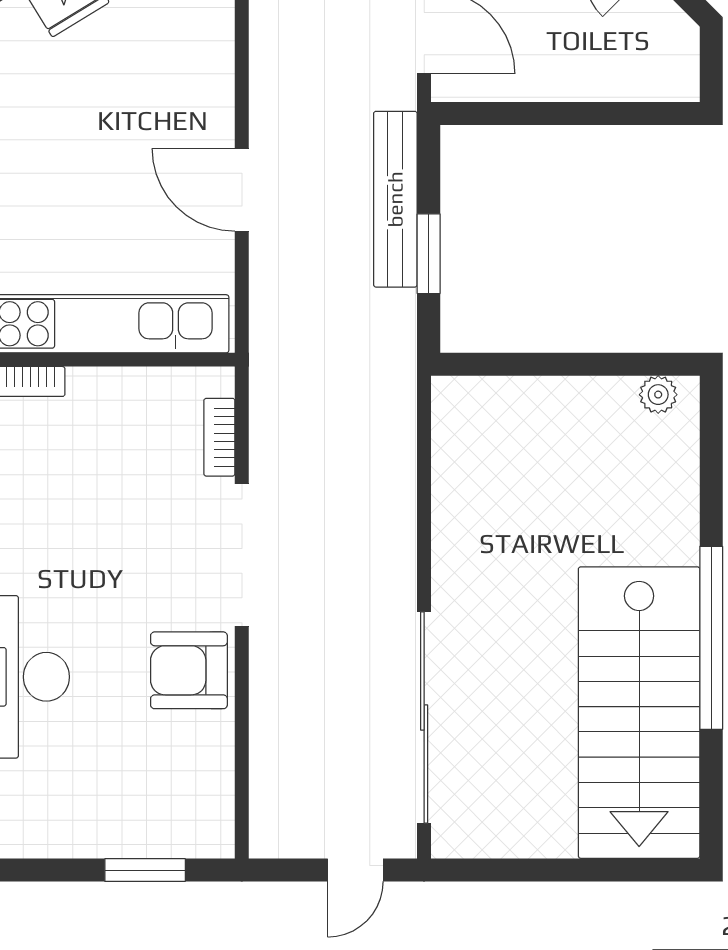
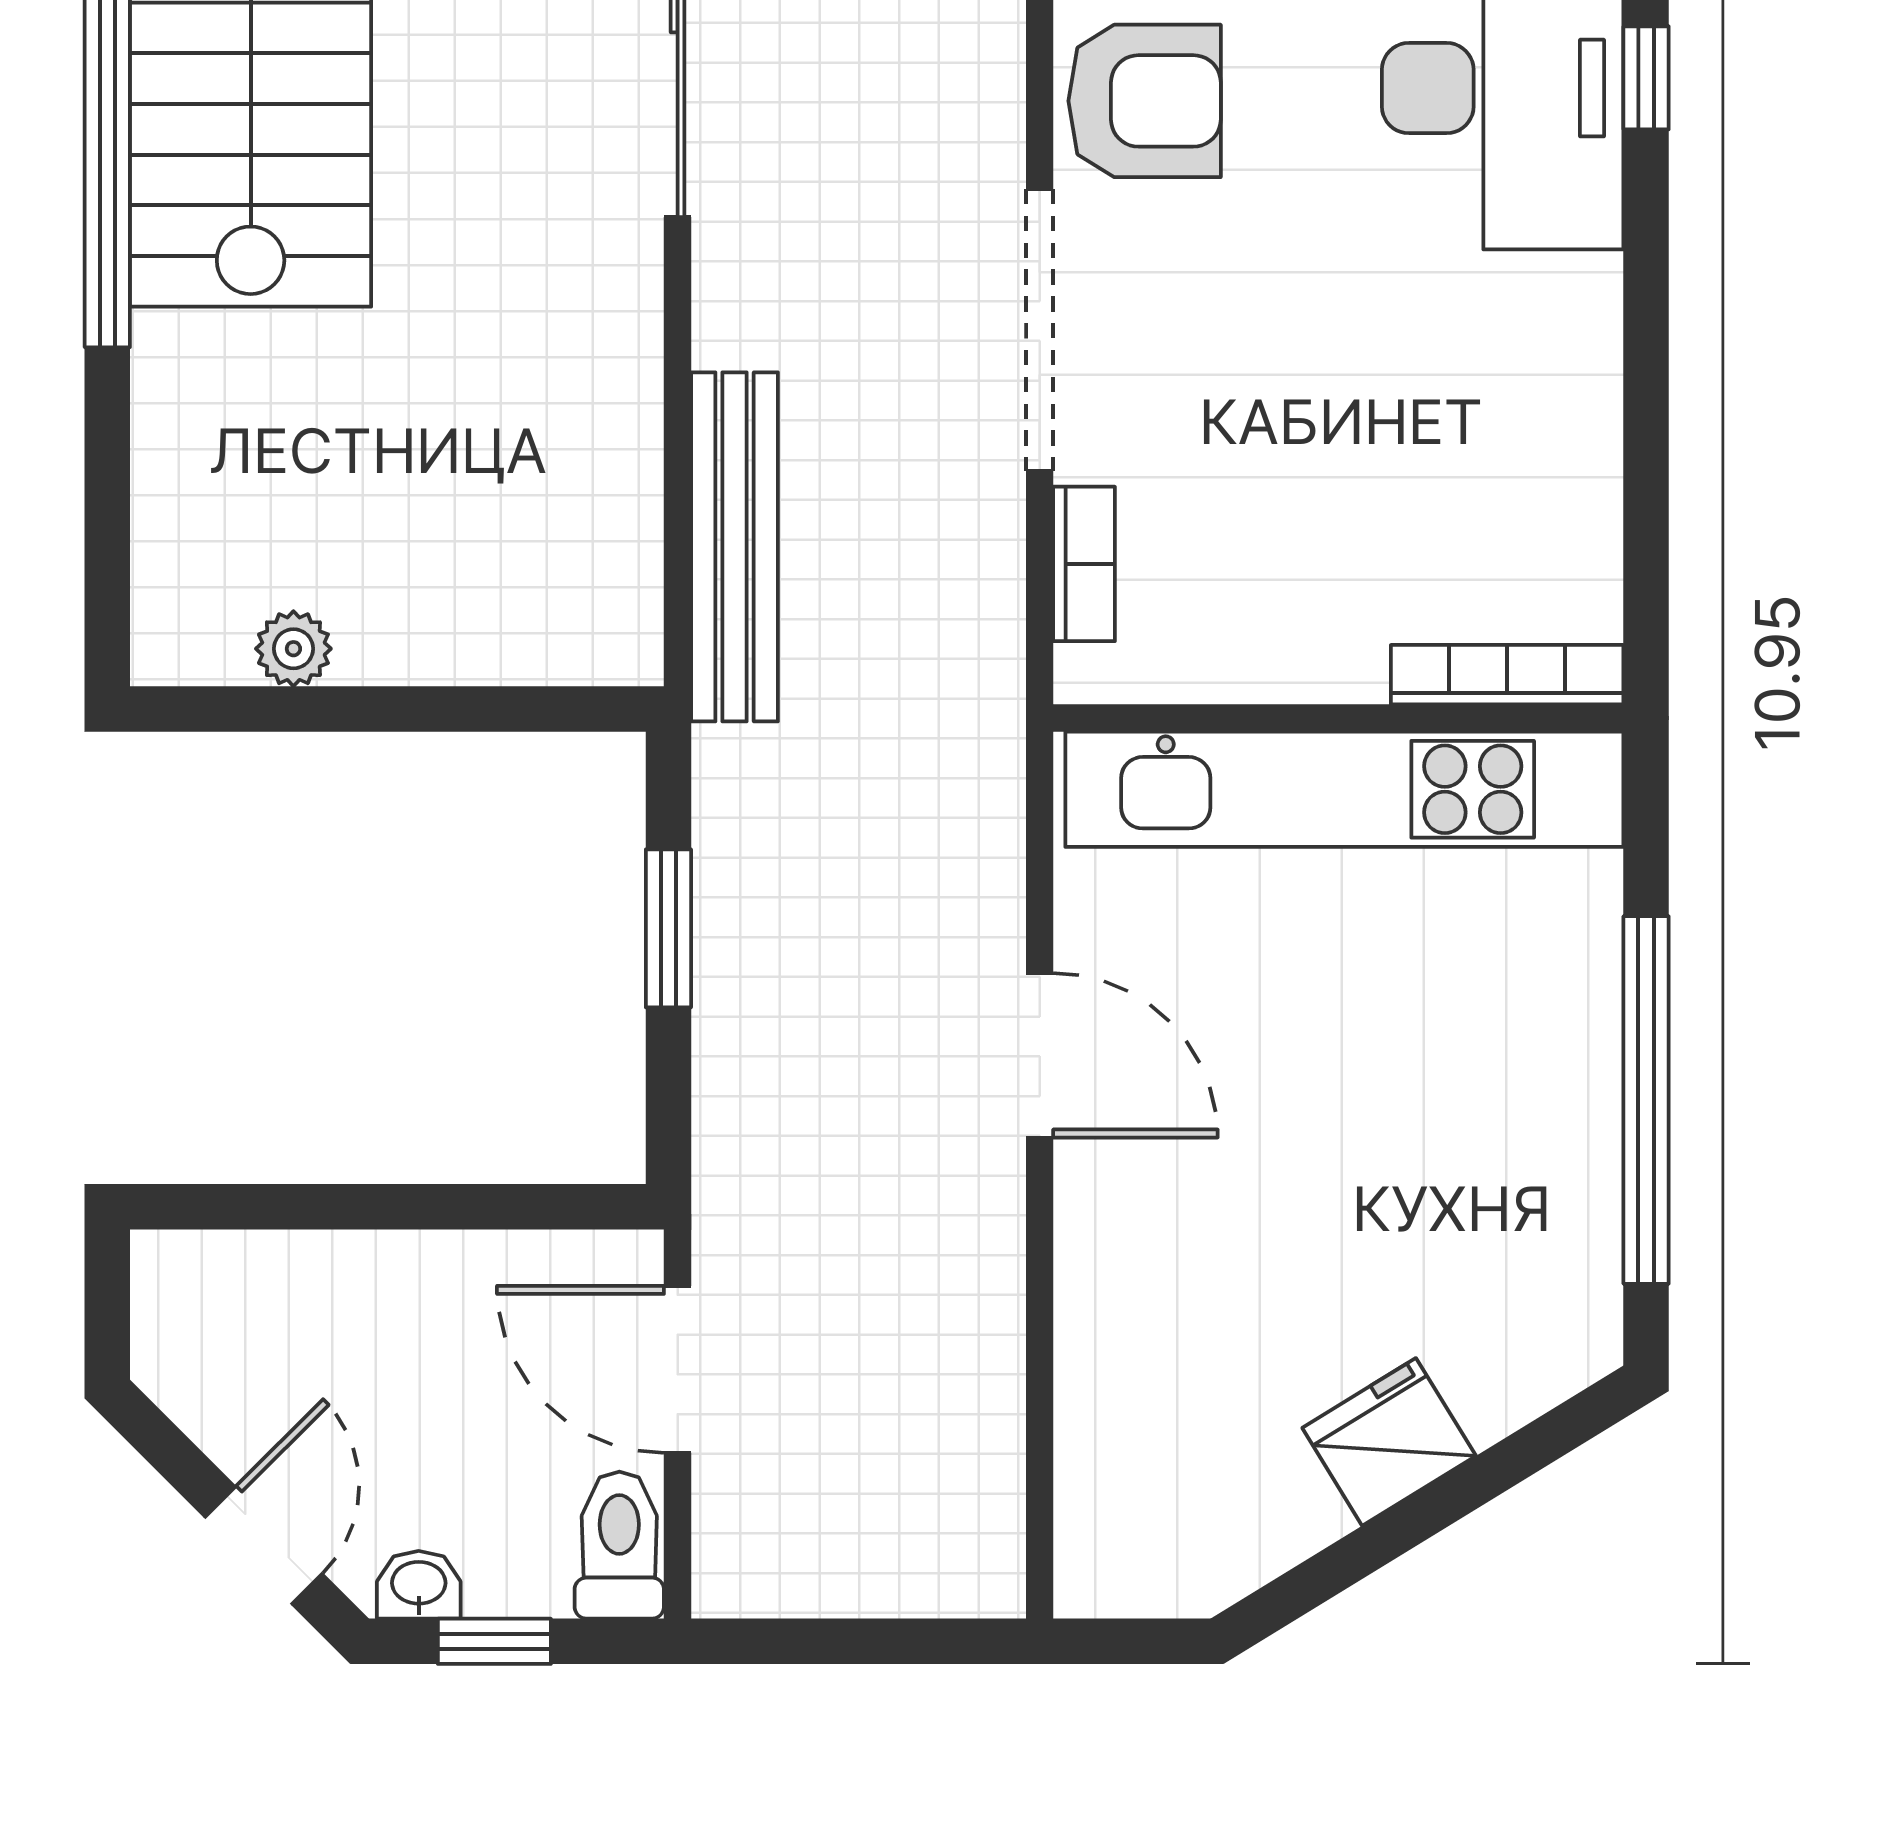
bench: (395, 199) -> (735, 547), moved
plant: (658, 395) -> (293, 649), moved

